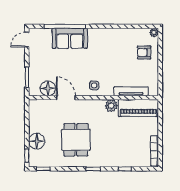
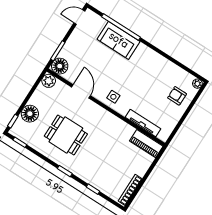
floor lamp: (48, 88) -> (60, 66), moved
plant: (111, 106) -> (49, 81), moved
piano: (138, 108) -> (146, 144), width x0.73, depth x0.75
dining table: (76, 140) -> (66, 135), turned 90

